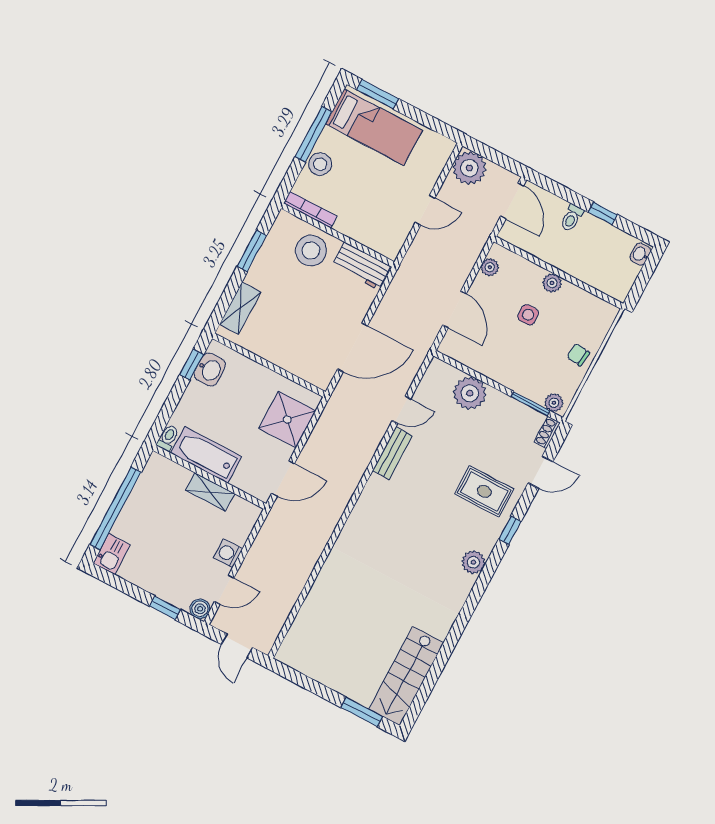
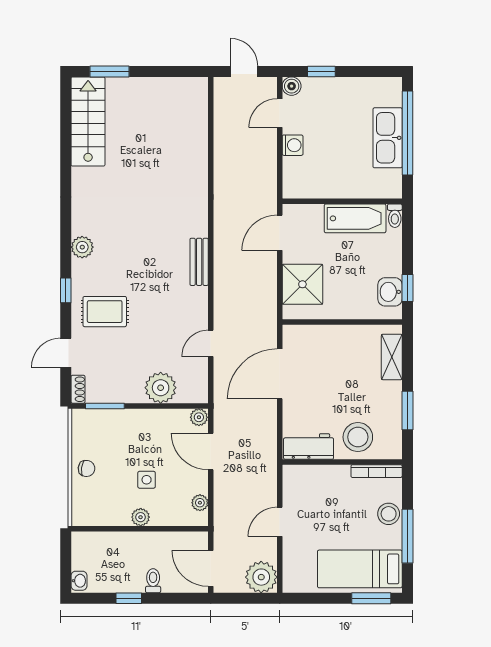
plant: (554, 403) -> (199, 417), moved
bench: (392, 453) -> (199, 262), moved
shelving: (210, 492) -> (335, 189), removed
kitchen sink: (112, 554) -> (388, 138), moved, width x1.87, depth x1.24

